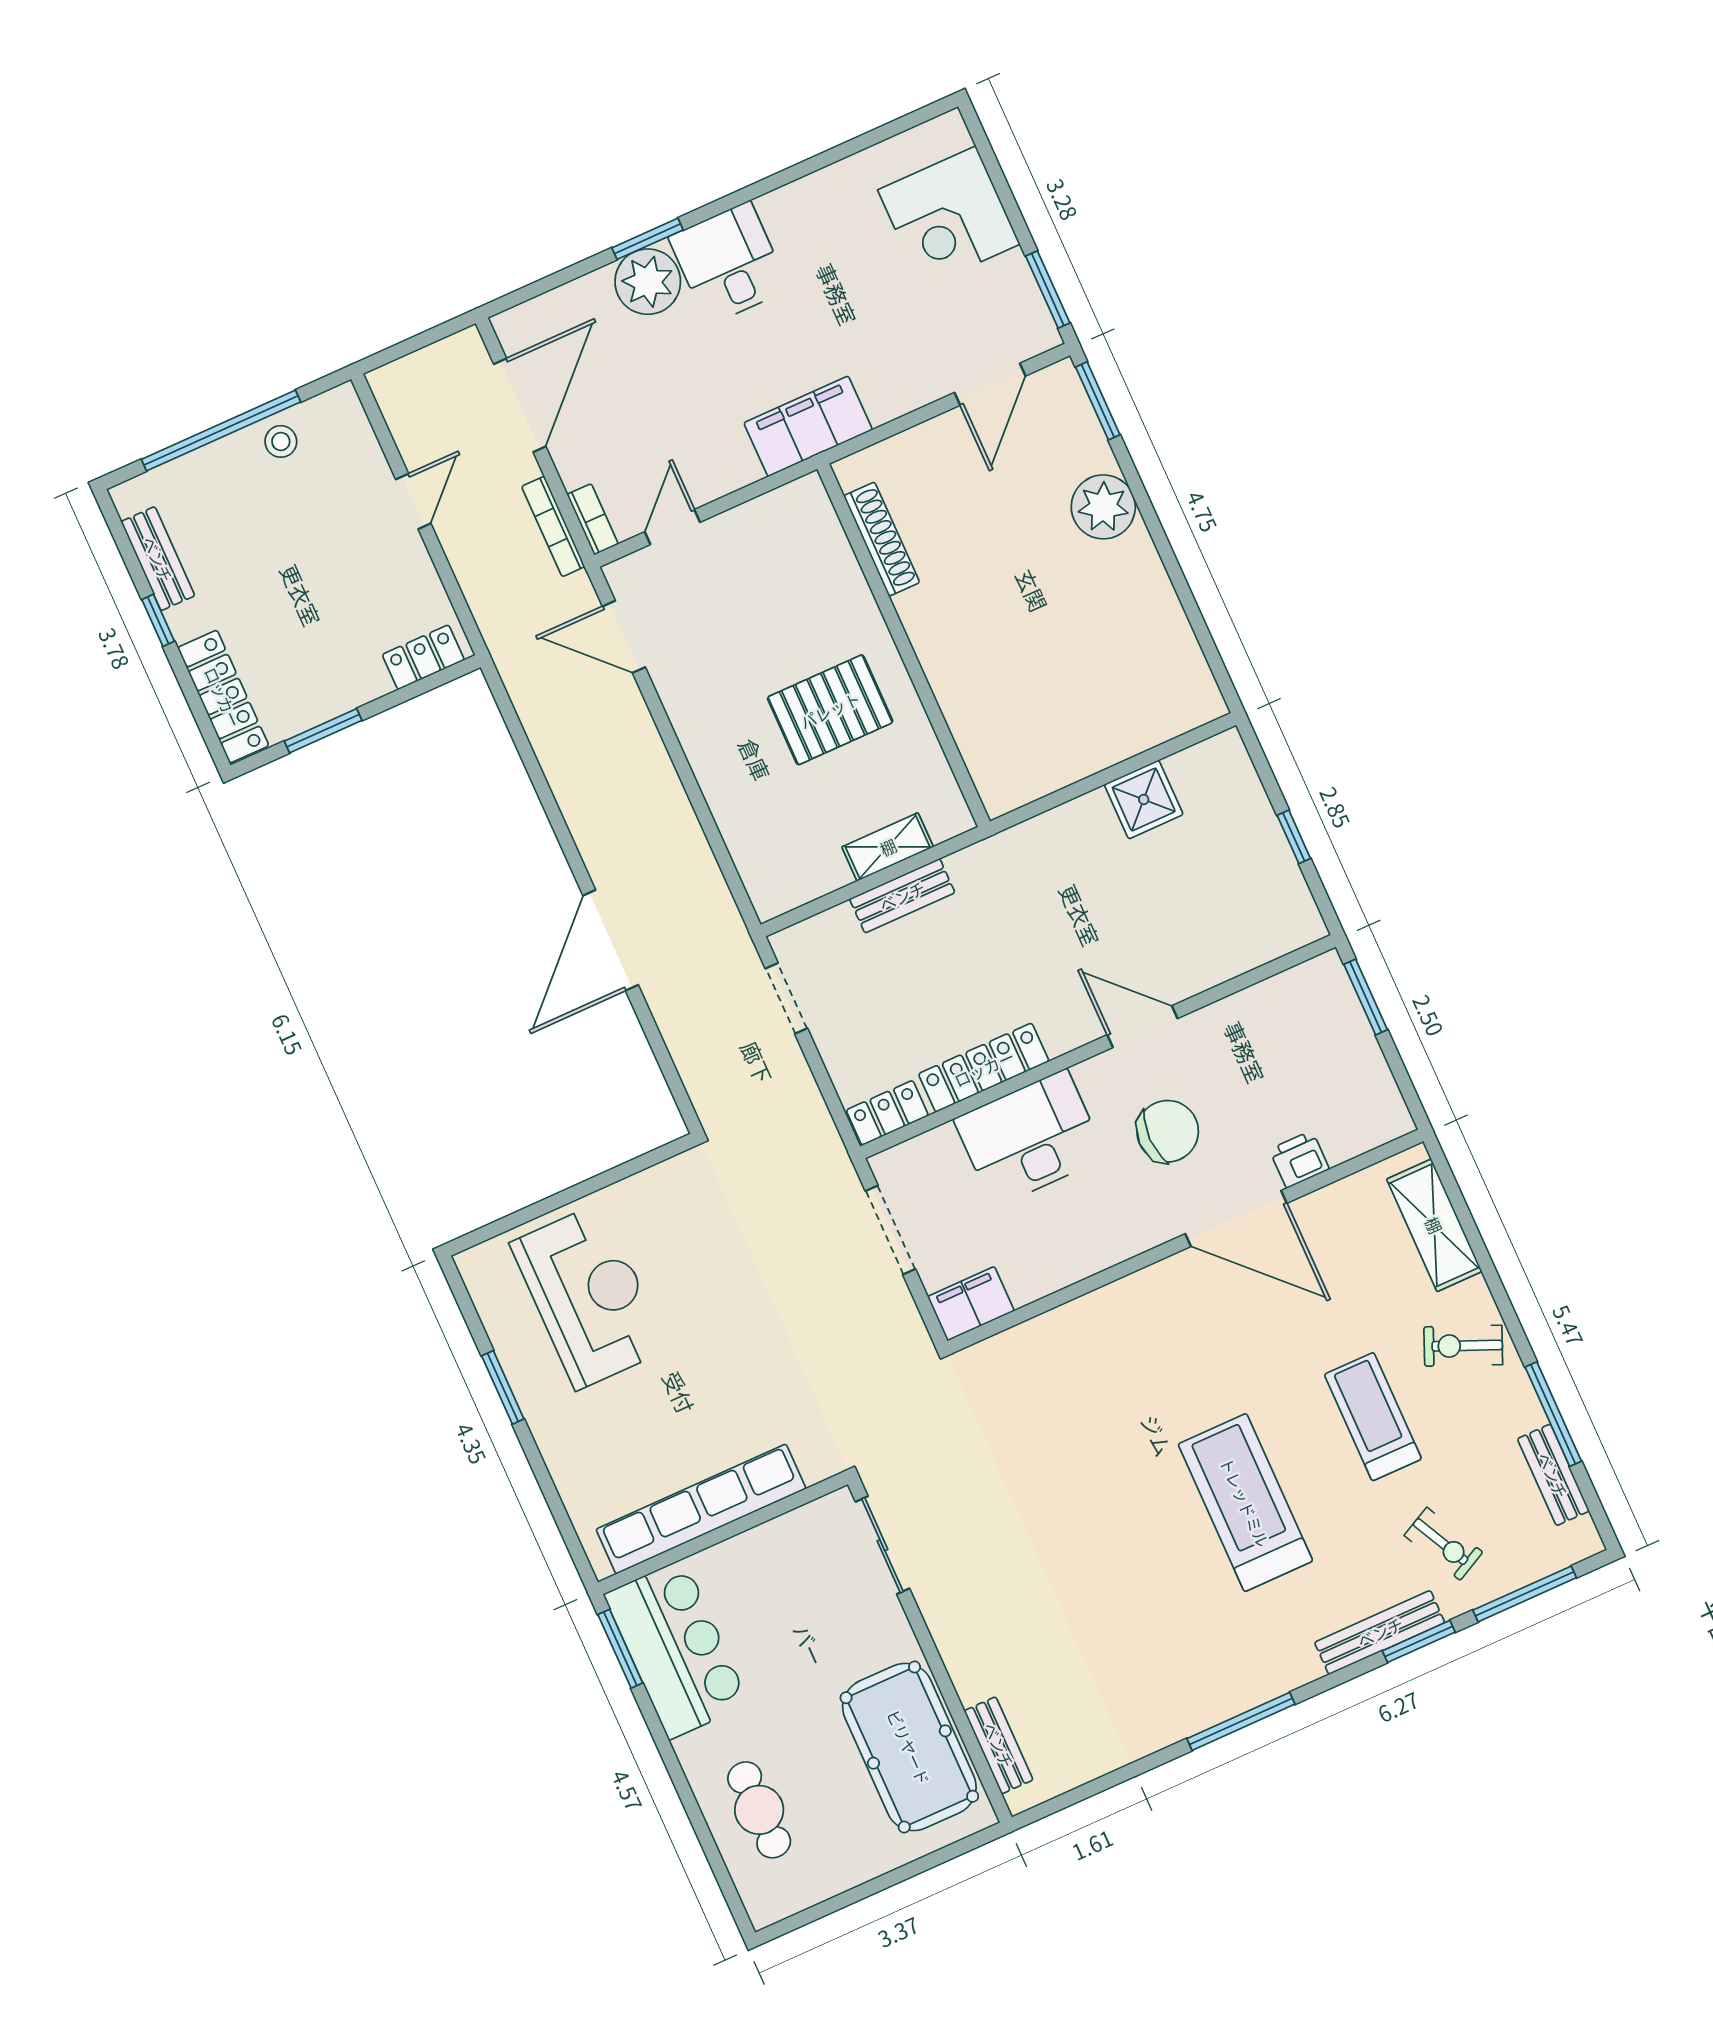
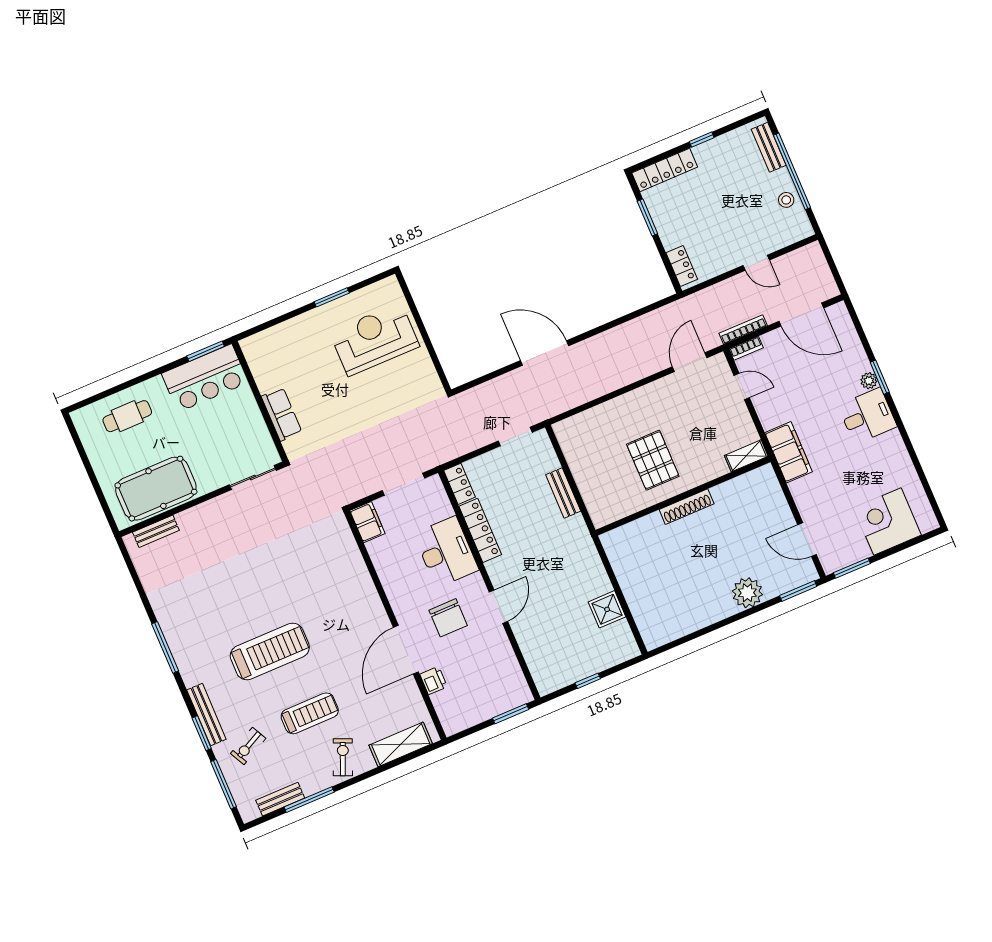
plant: (648, 282) -> (869, 381), width x0.53, depth x0.53
shoe rack: (882, 539) -> (687, 507), moved
bench: (158, 559) -> (769, 147), moved, turned 90
shelving: (888, 847) -> (746, 456), moved, turned 90
reception desk: (589, 1296) -> (374, 339), turned 180
row of seats: (701, 1509) -> (282, 414), width x0.50

